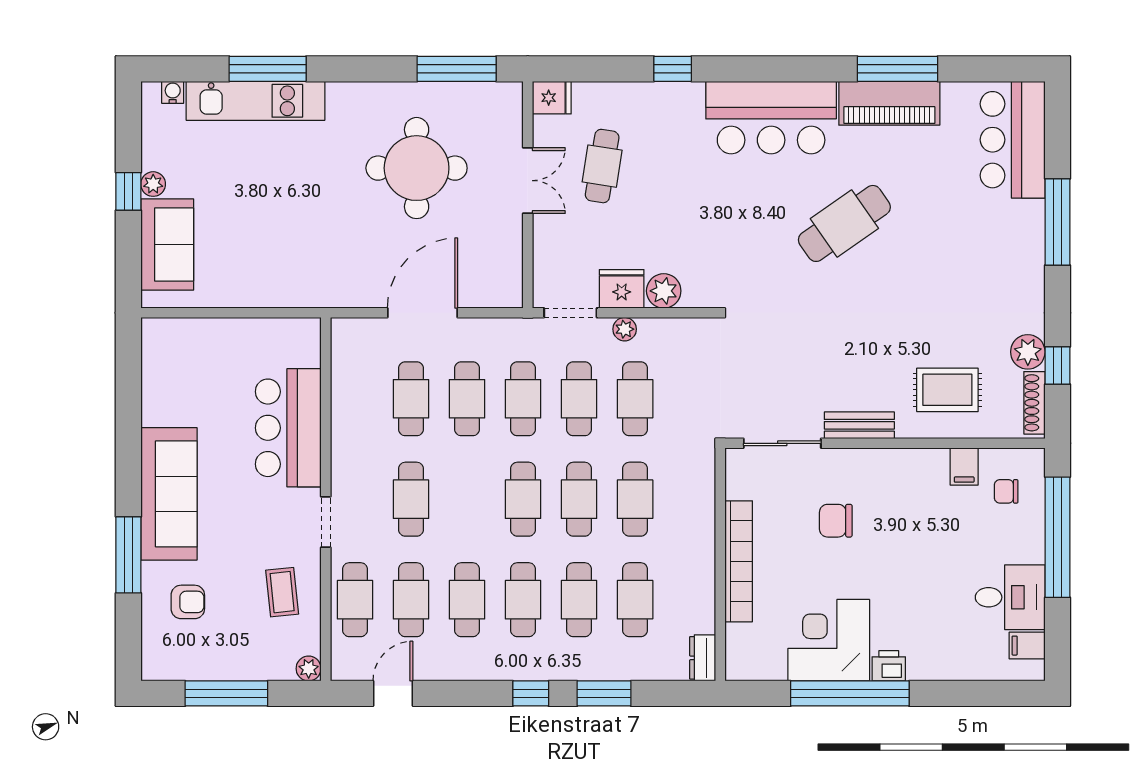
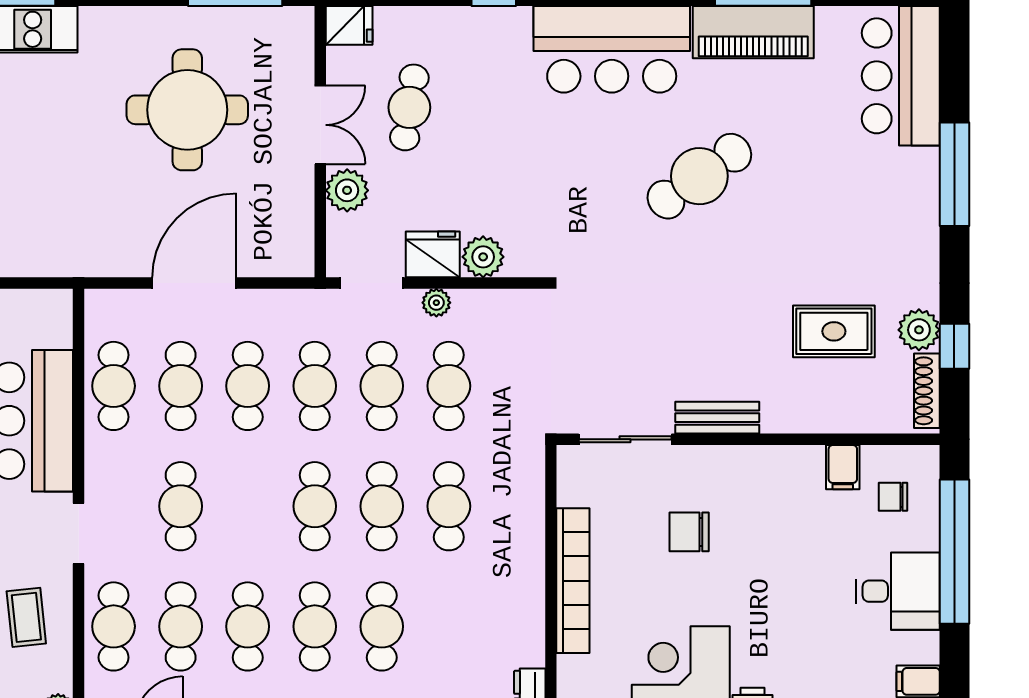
plant: (550, 235) -> (347, 190), added
rug: (947, 390) -> (834, 331), moved
desk: (1010, 597) -> (898, 591), moved
cafe table: (635, 600) -> (114, 386), moved

